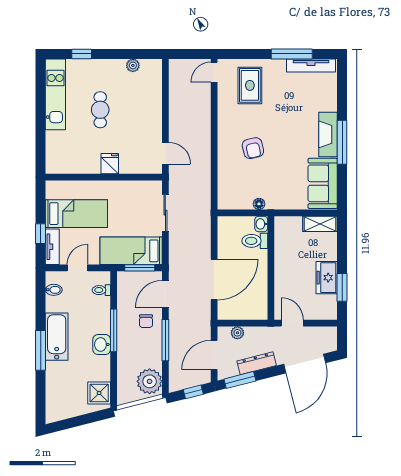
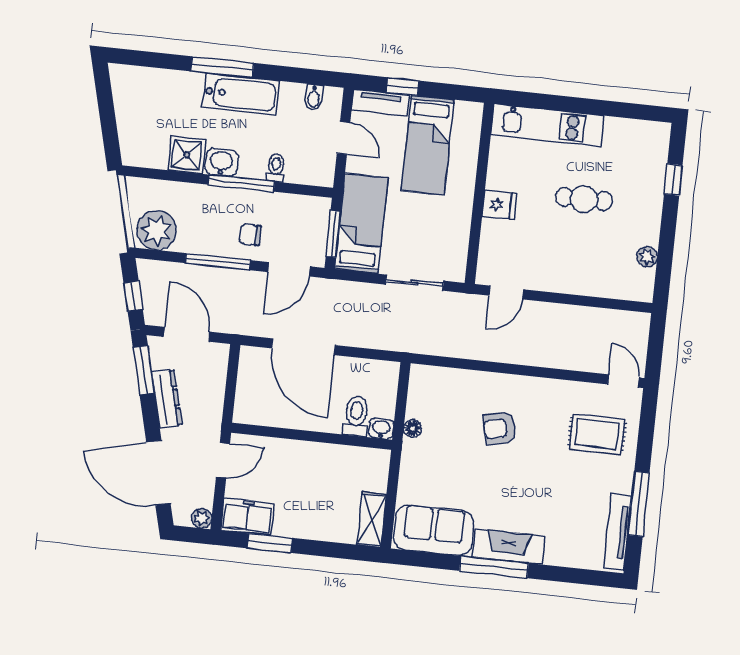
kitchen unit: (55, 94) -> (547, 125), moved
freezer: (327, 278) -> (247, 517), moved
toilet: (101, 290) -> (276, 168), moved
door: (165, 294) -> (289, 269), swing flipped
plant: (237, 333) -> (202, 518), moved
shower: (99, 393) -> (187, 155), moved

